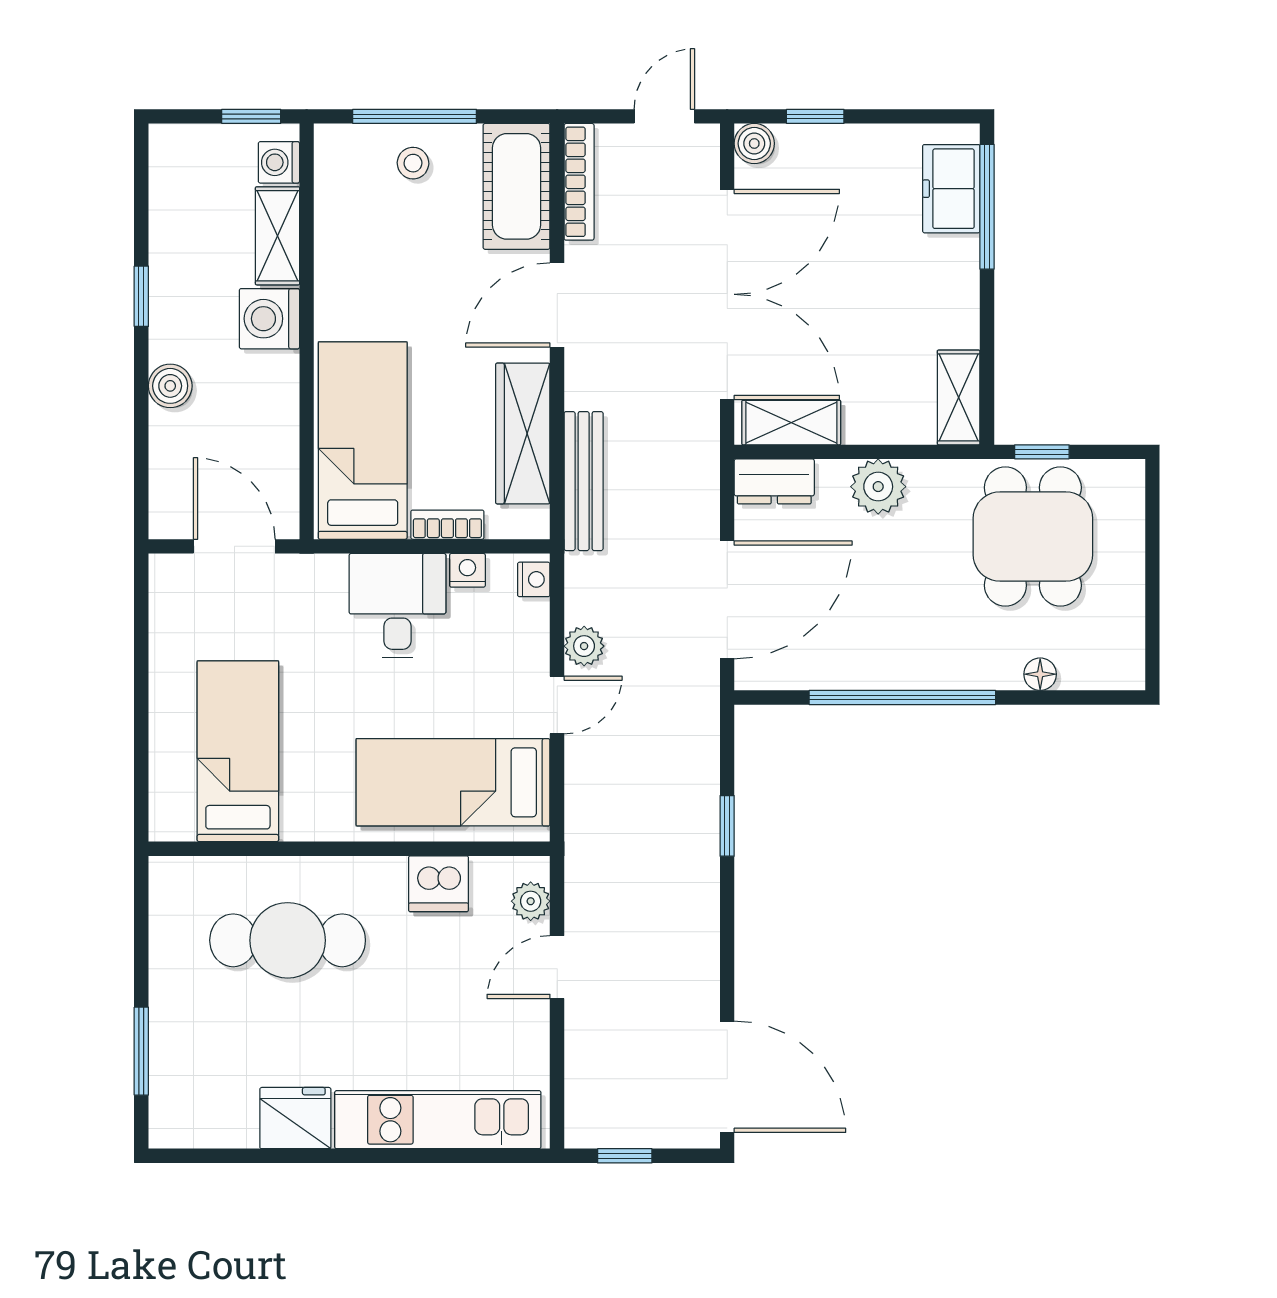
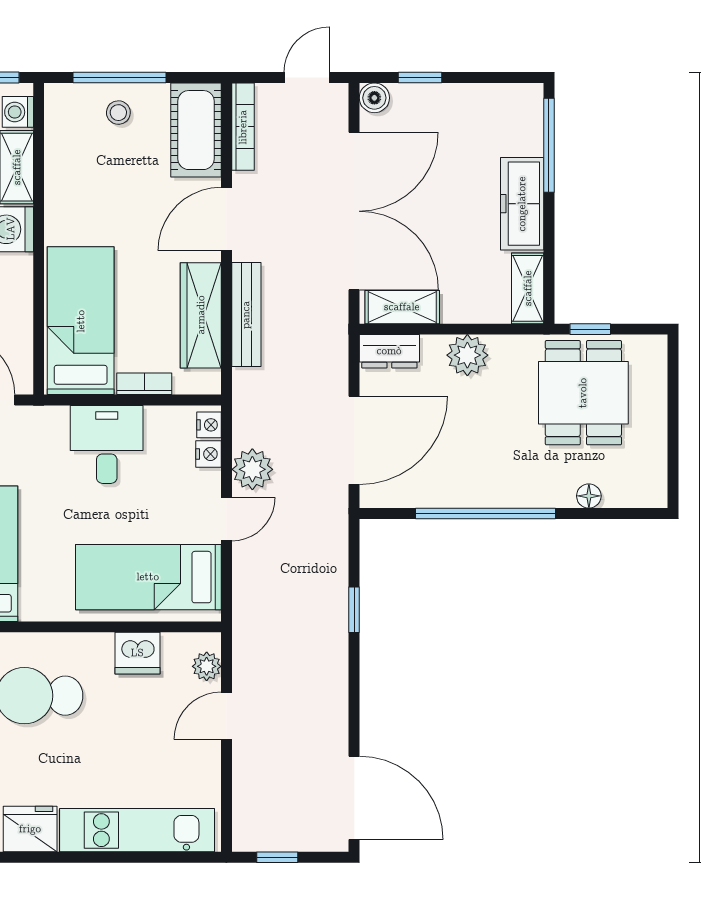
freezer: (951, 189) -> (522, 204), moved, width x1.40
bench: (584, 481) -> (246, 315), moved
nightstand: (467, 570) -> (208, 454), moved, turned 90
plant: (584, 646) -> (252, 469), width x1.38, depth x1.38

